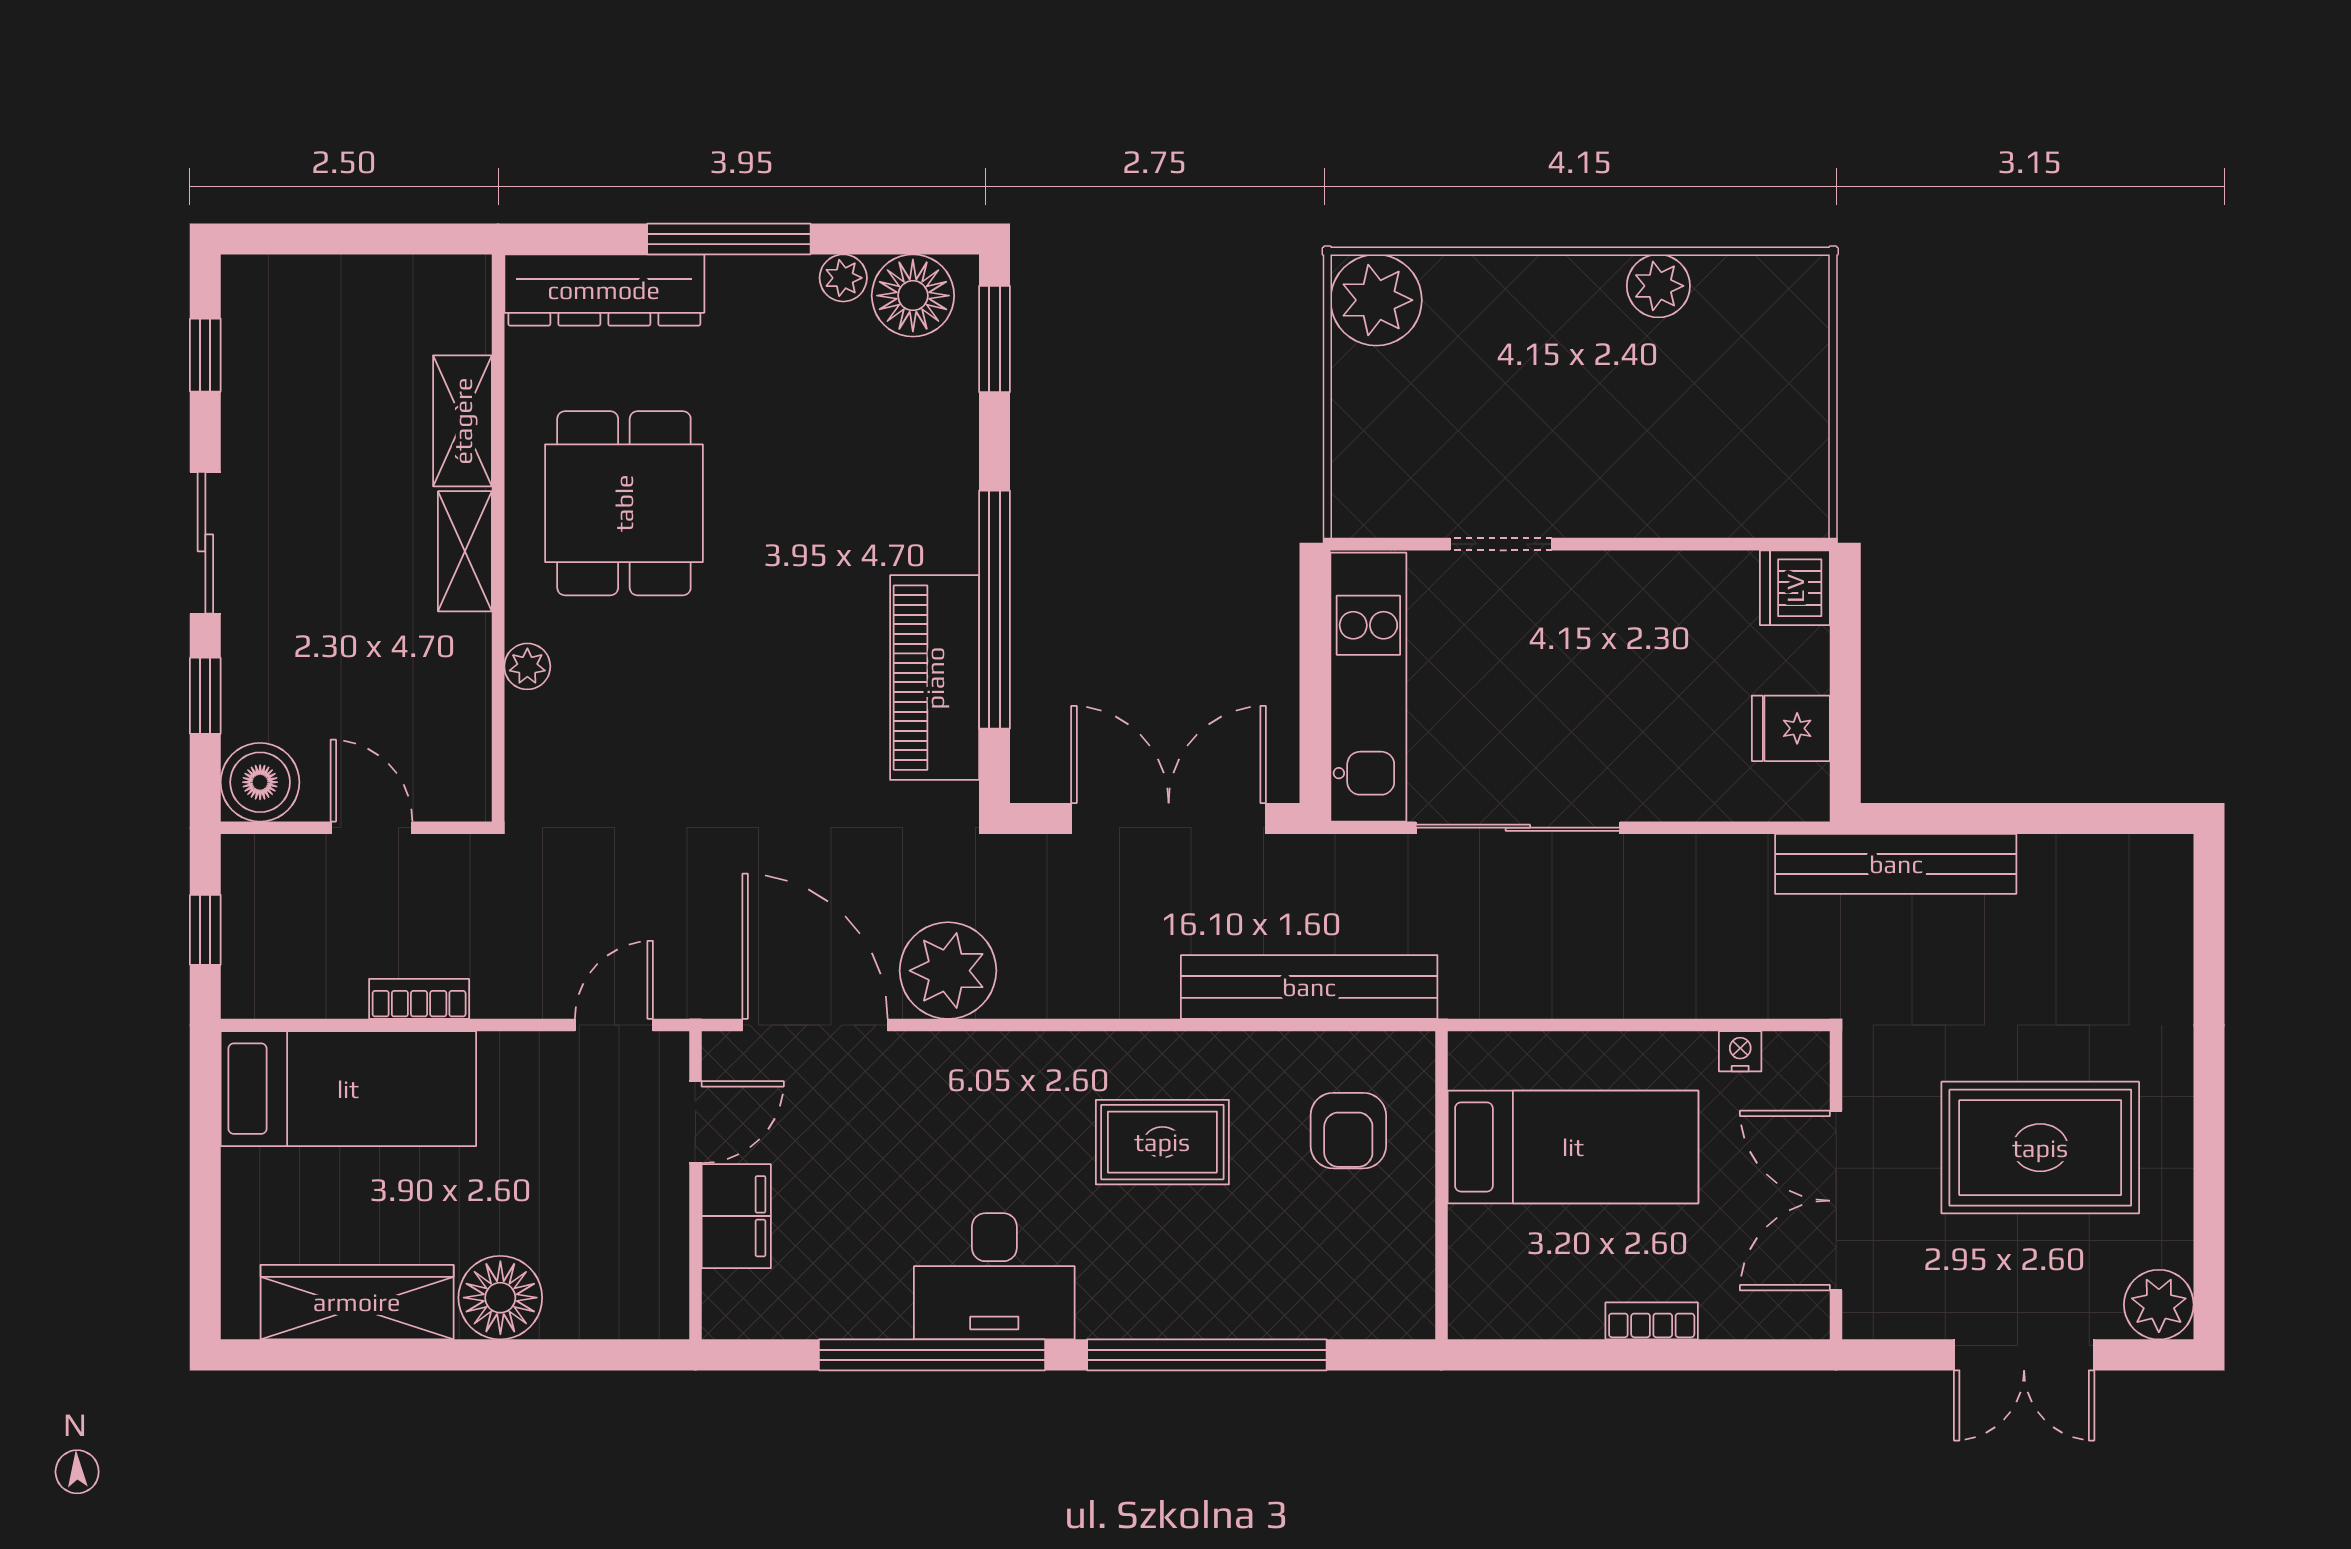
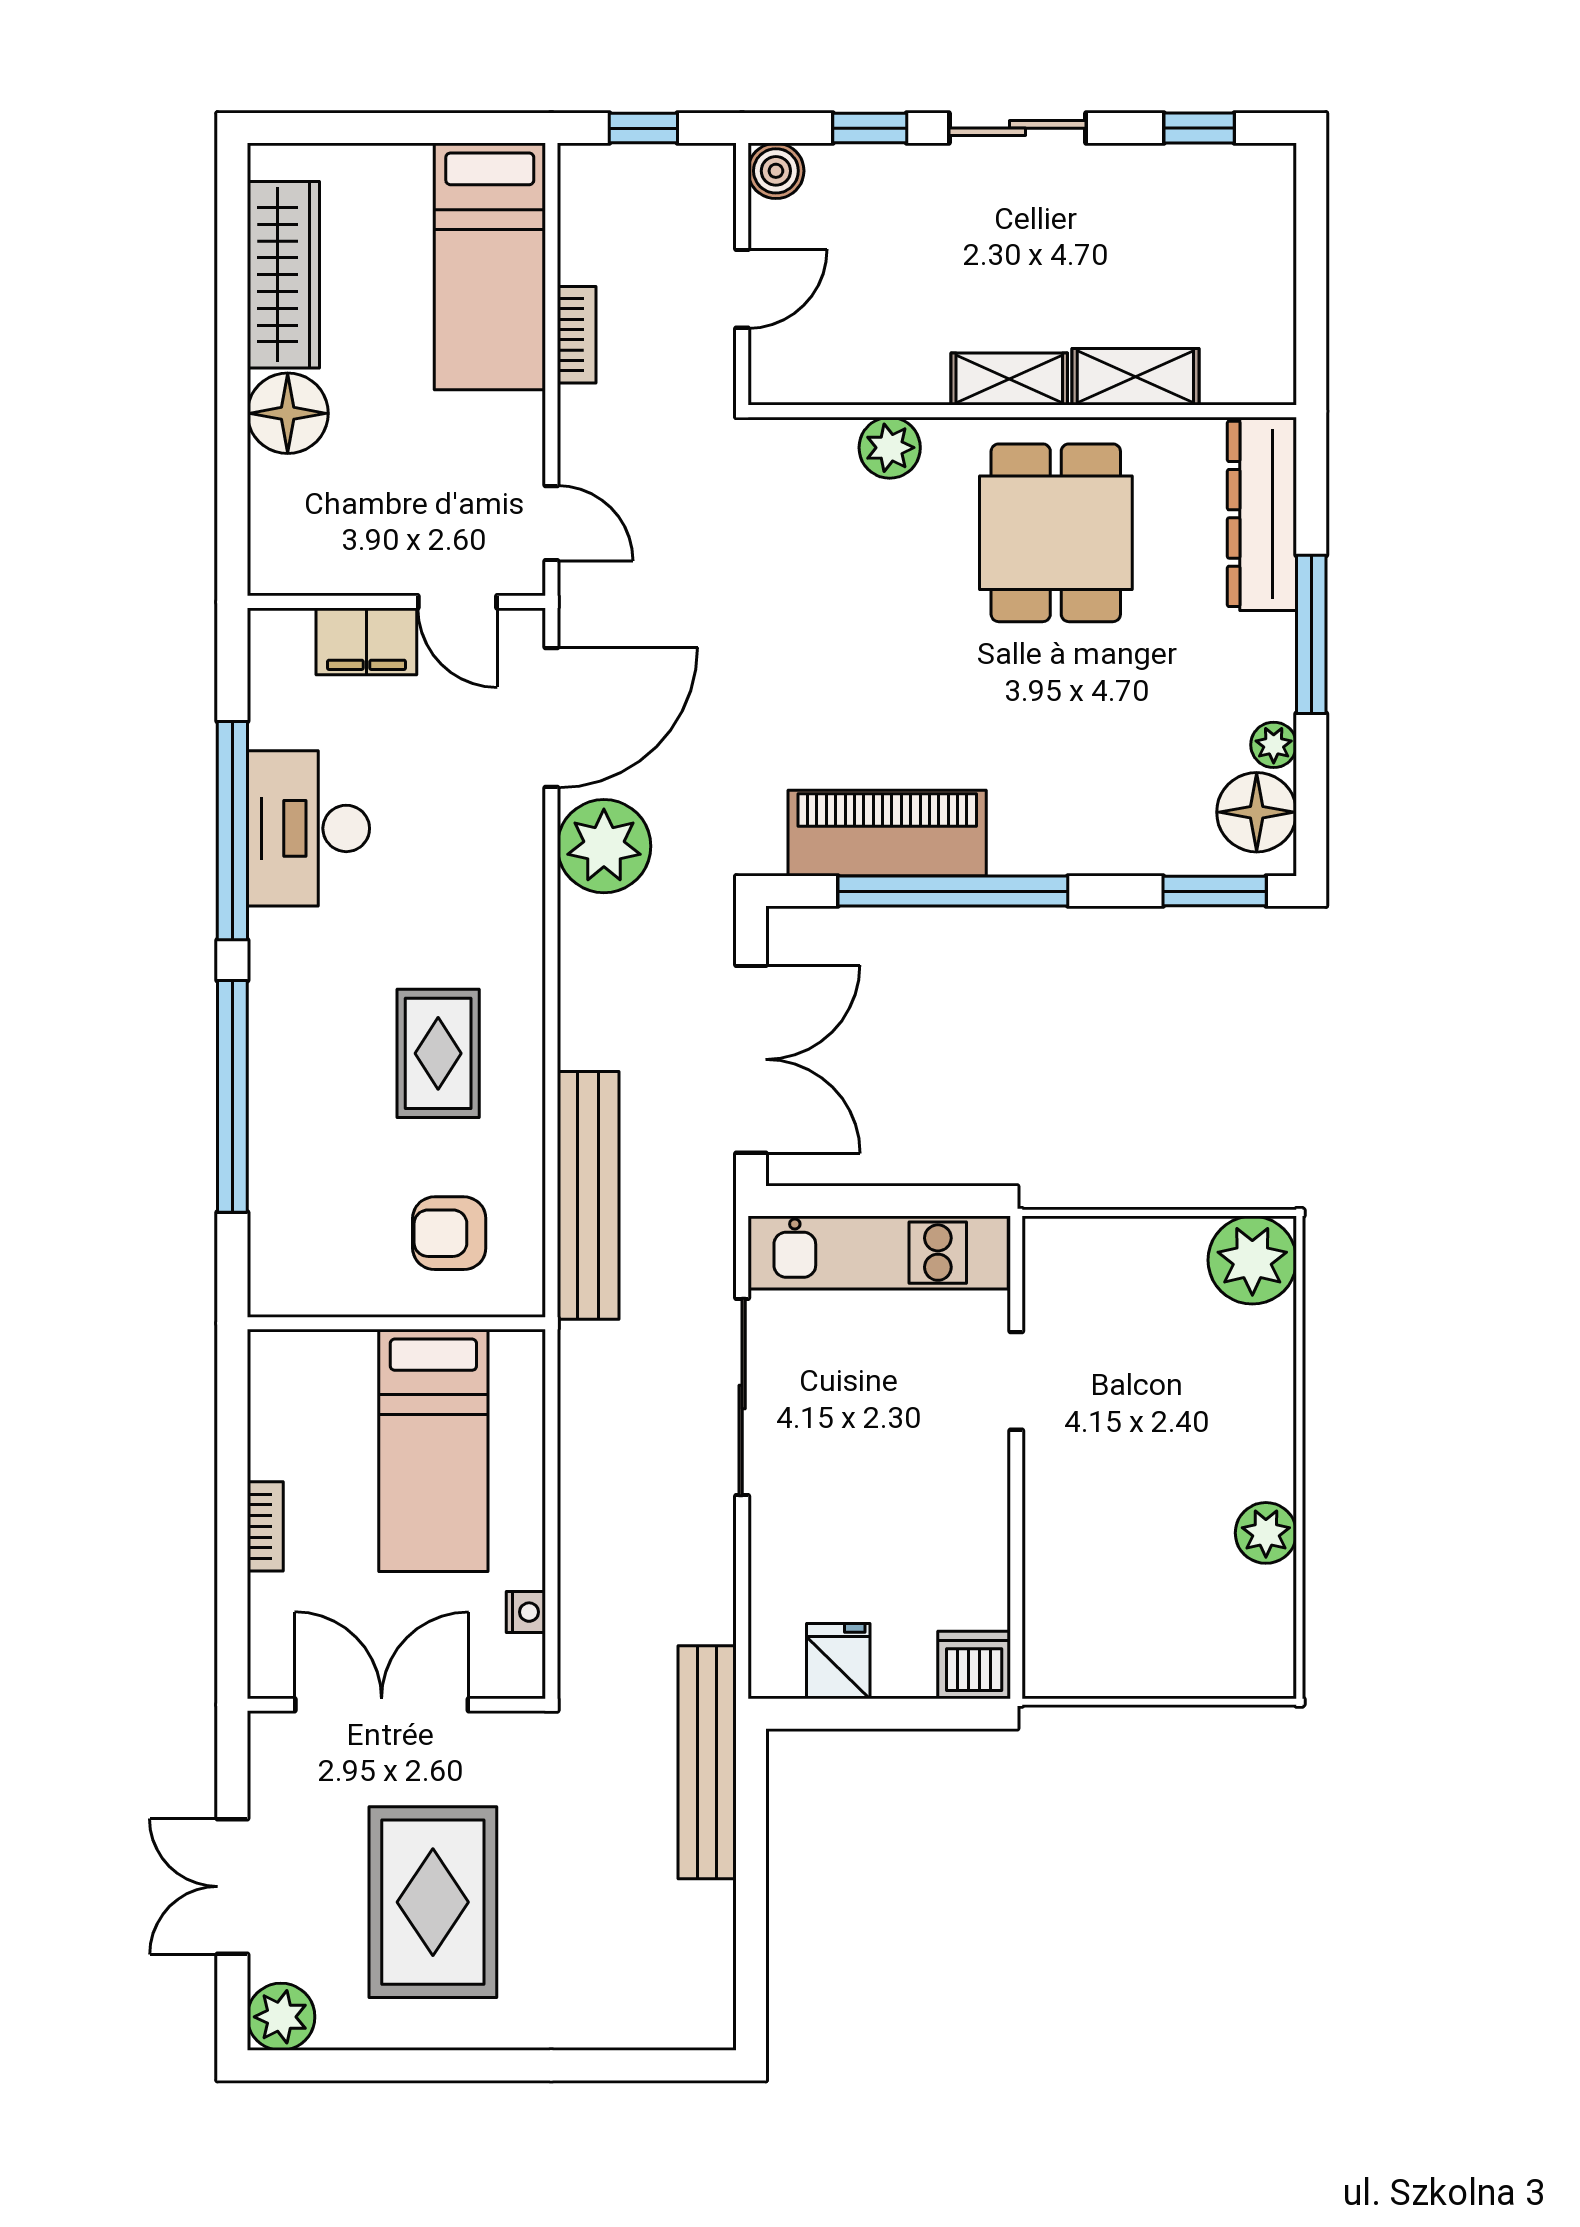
dining table: (624, 503) -> (1056, 533), turned 90
plant: (527, 666) -> (890, 448), width x1.38, depth x1.38
boiler: (260, 782) -> (776, 171), width x0.73, depth x0.73
desk: (994, 1276) -> (308, 828), moved

